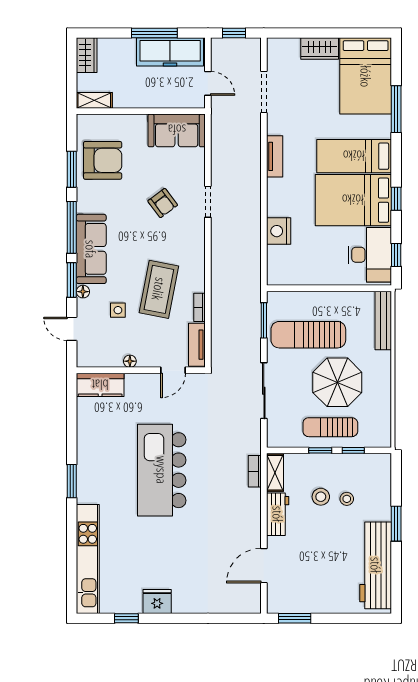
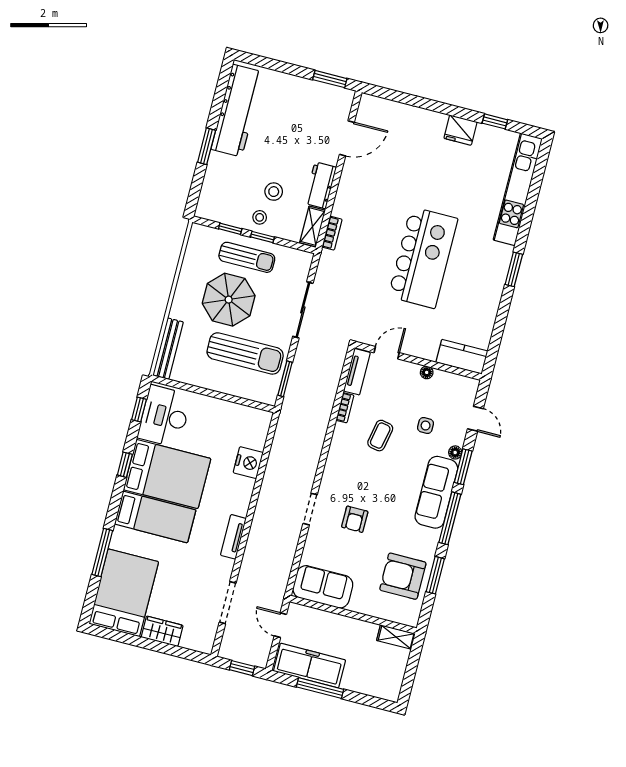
wardrobe: (87, 55) -> (392, 683), removed
armchair: (163, 203) -> (355, 519), turned -143
coffee table: (159, 289) -> (380, 436), width x0.54, depth x0.58
stool: (347, 499) -> (260, 217), moved

